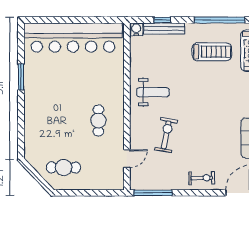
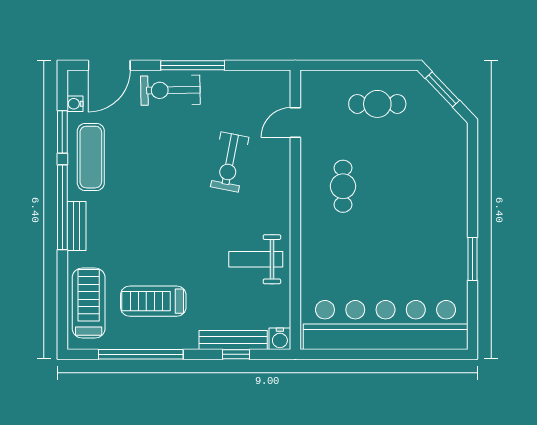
weight bench: (153, 92) -> (256, 259), moved
cafe table: (63, 167) -> (377, 104), moved
window: (39, 178) -> (442, 89), added
exercise bike: (202, 178) -> (170, 90), width x1.38, depth x1.39
window: (153, 193) -> (193, 65), moved

